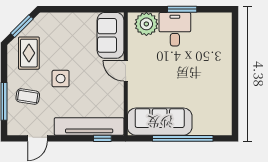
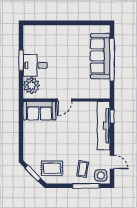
side table: (61, 79) -> (101, 175), moved
sofa: (160, 122) -> (100, 56), moved

